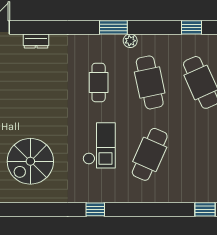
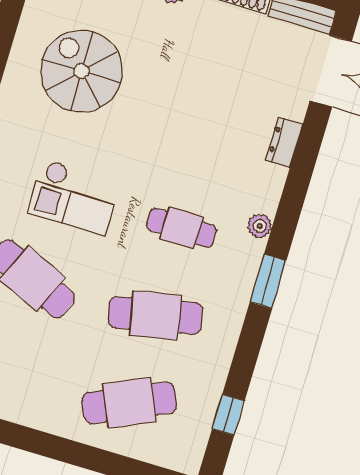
plant: (130, 41) -> (260, 226), moved

